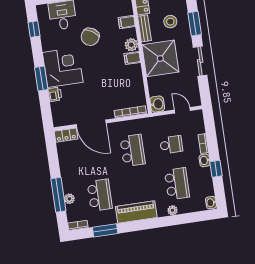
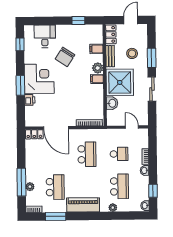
washbasin: (157, 104) -> (112, 103), moved
window: (216, 169) -> (153, 191), moved

